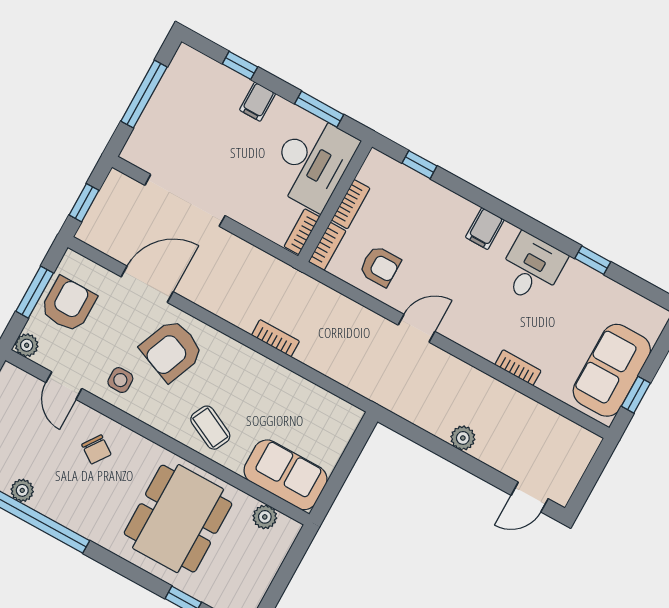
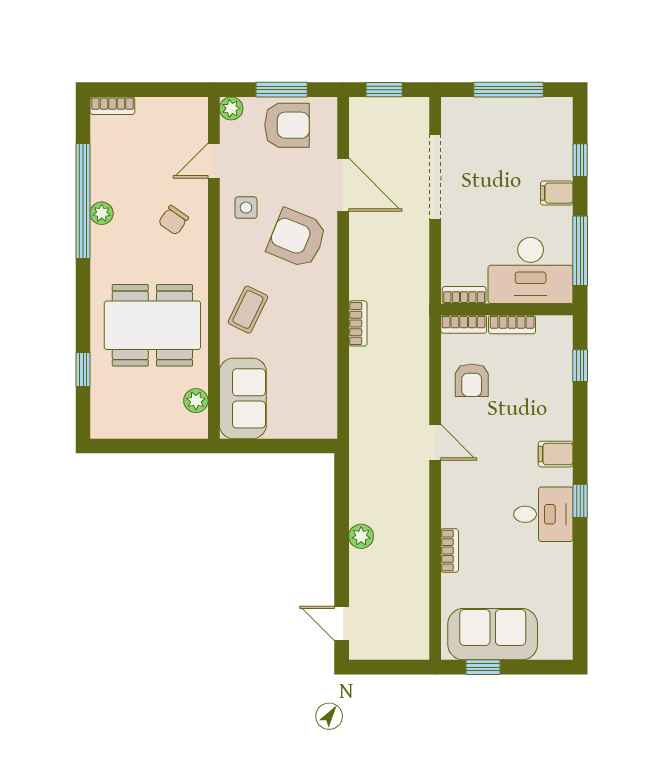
window: (319, 109) -> (580, 251), width x1.44
window: (593, 260) -> (580, 501), moved
plant: (22, 490) -> (102, 213), moved

